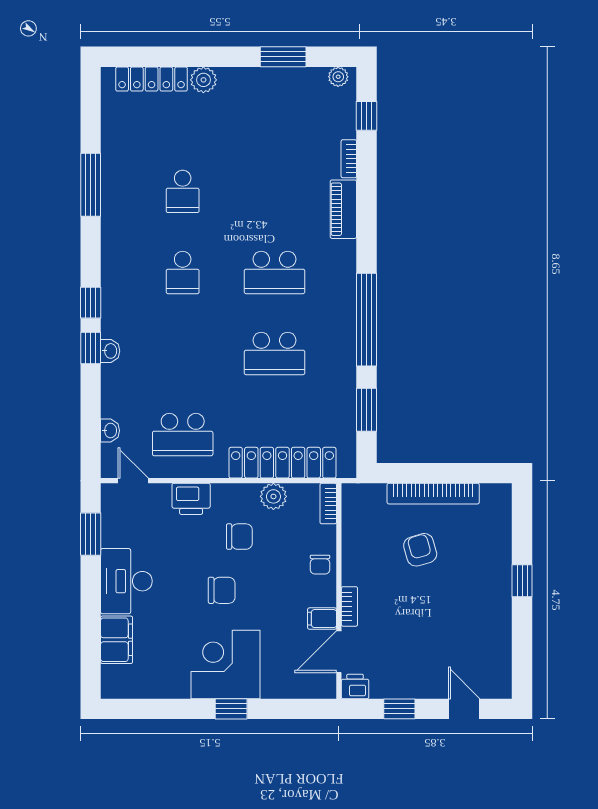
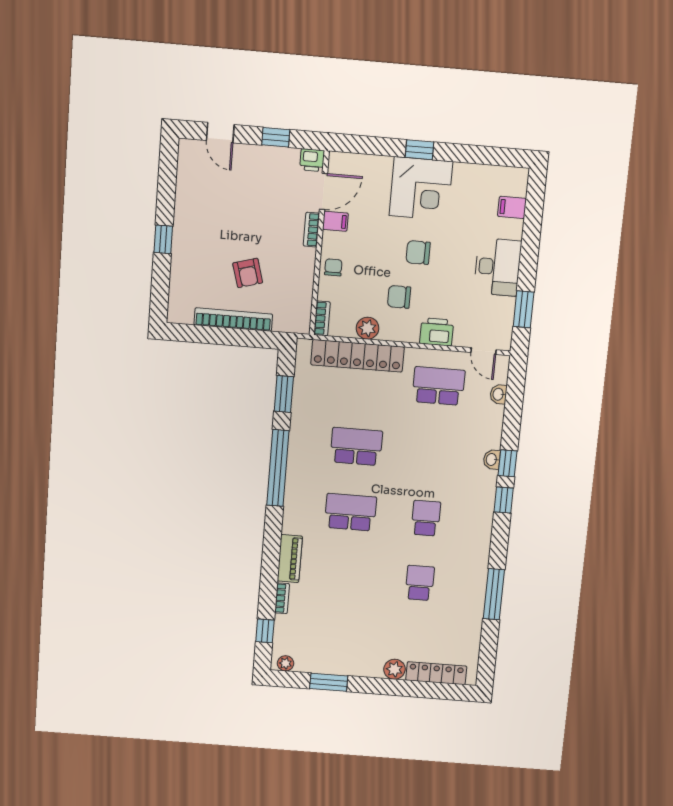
filing cabinet: (117, 640) -> (512, 207), width x0.50

